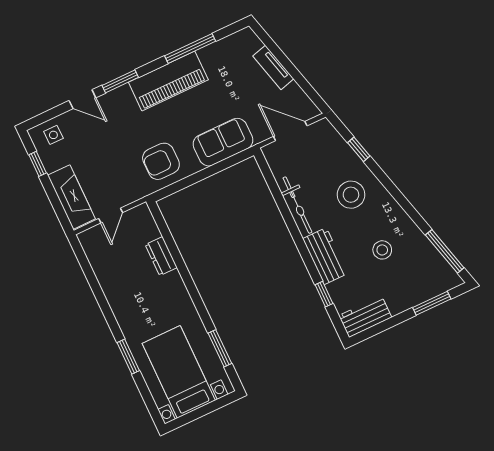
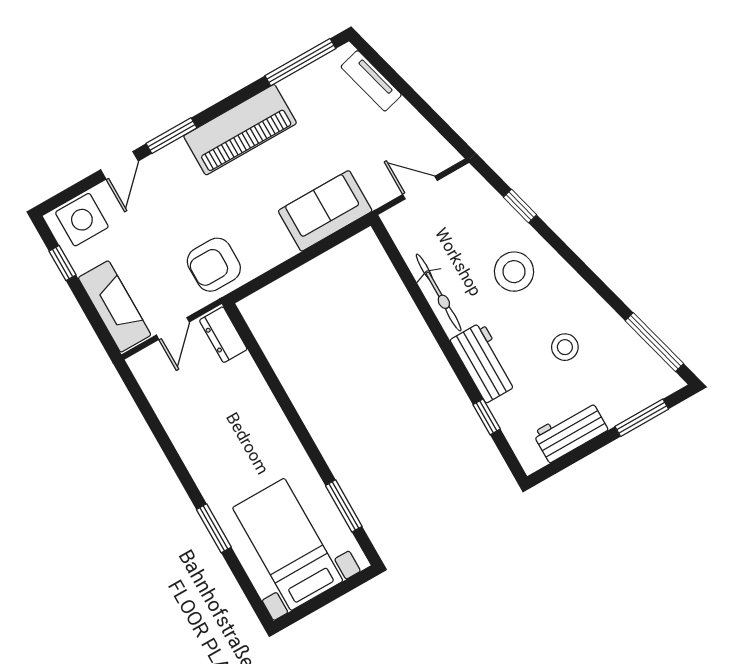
window: (190, 49) -> (300, 62), moved
tv unit: (273, 67) -> (371, 81), moved
door: (82, 99) -> (119, 165), hinge flipped
door: (290, 131) -> (420, 188), width x0.73
side table: (53, 135) -> (82, 220), width x1.87, depth x1.87
armchair: (161, 161) -> (214, 265), moved
dresser: (161, 256) -> (223, 335), moved
workbench: (365, 316) -> (570, 431), moved

